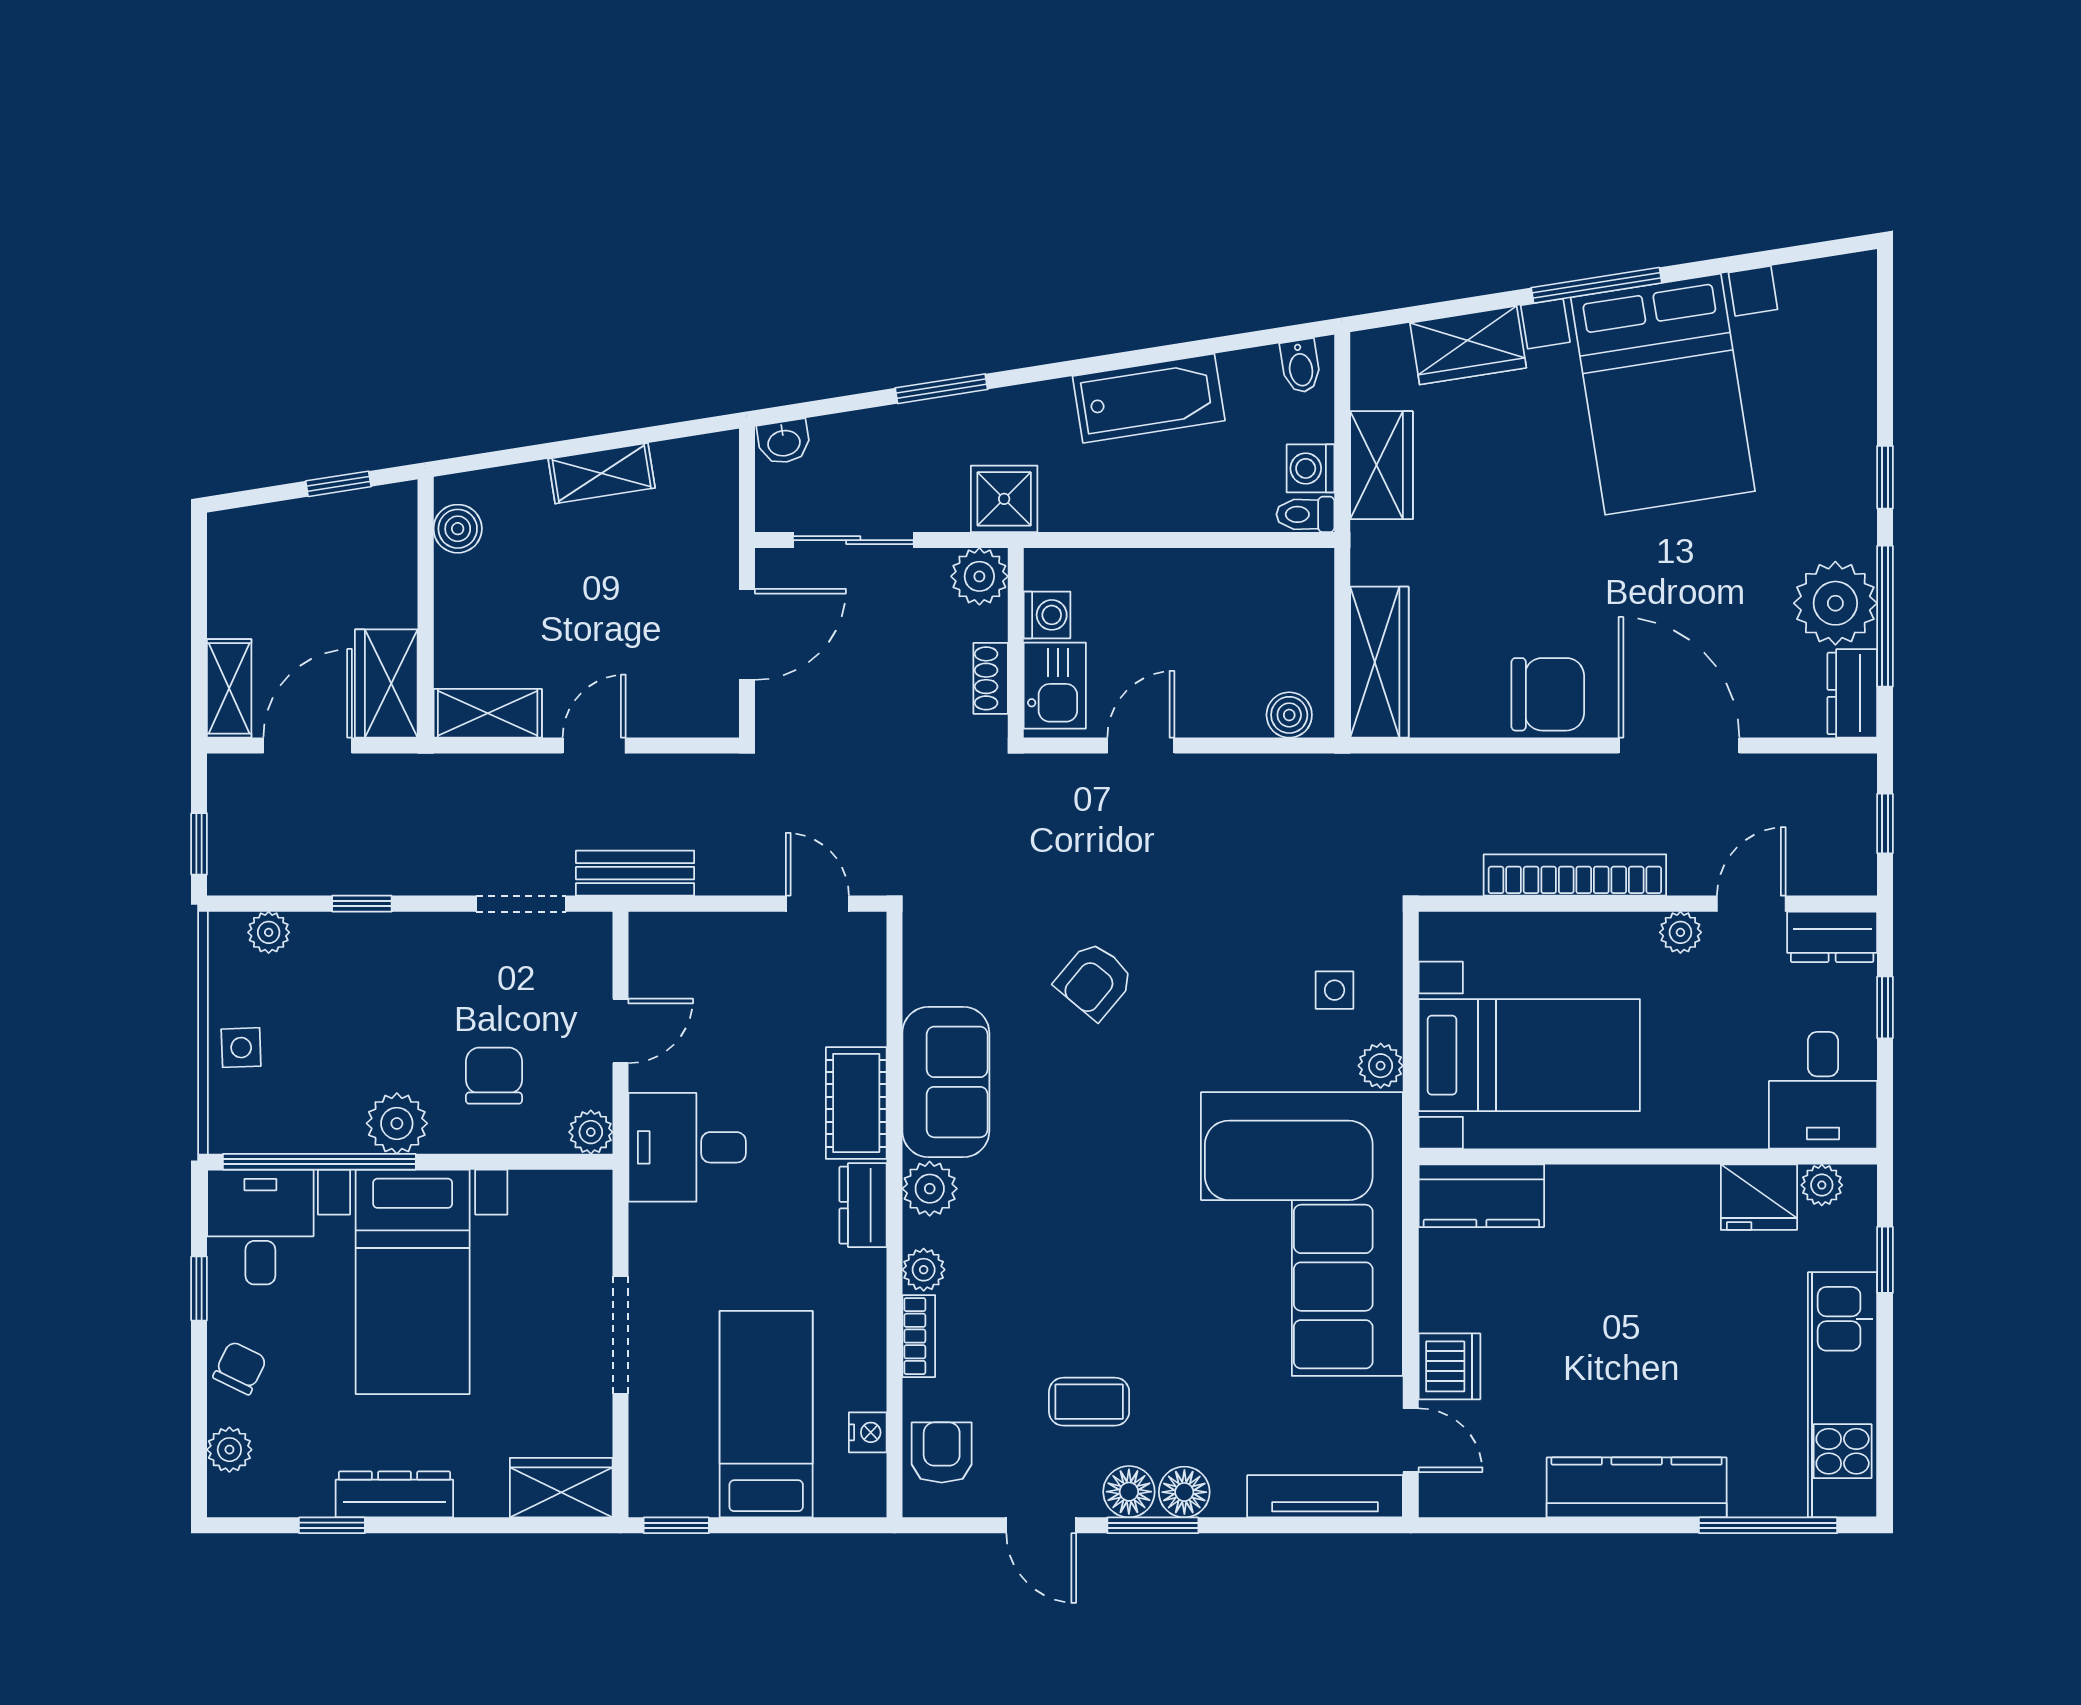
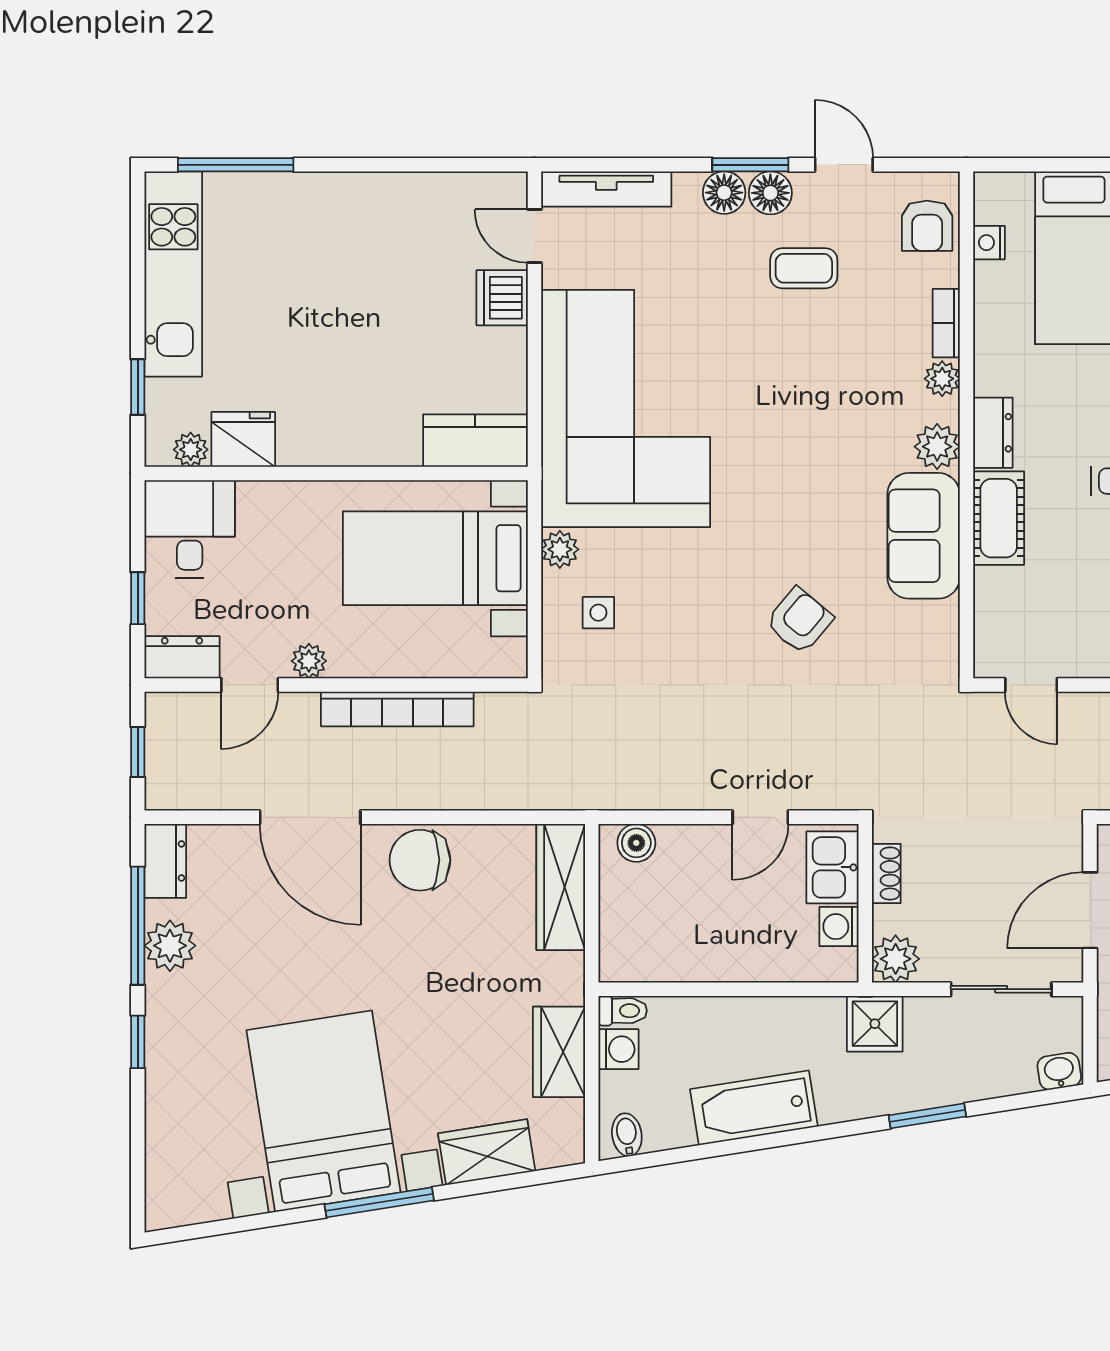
plant: (1835, 603) -> (170, 946), width x0.73, depth x0.73
kitchen counter: (1637, 1487) -> (346, 196), removed

